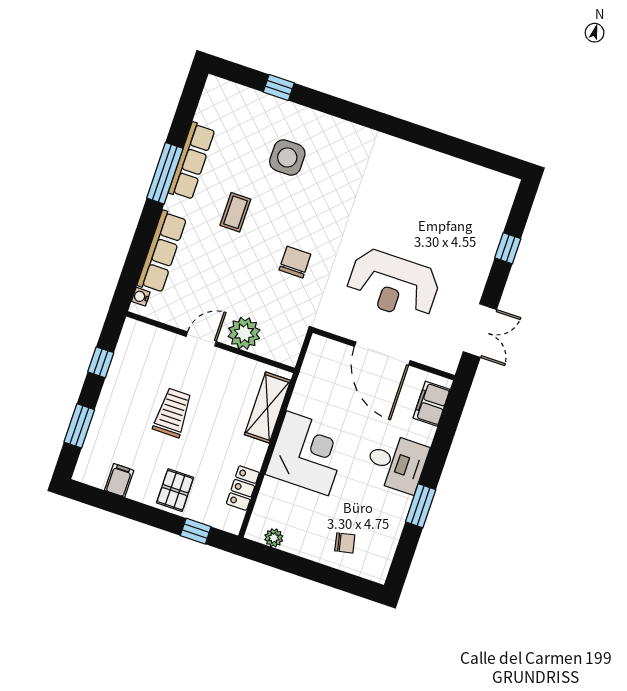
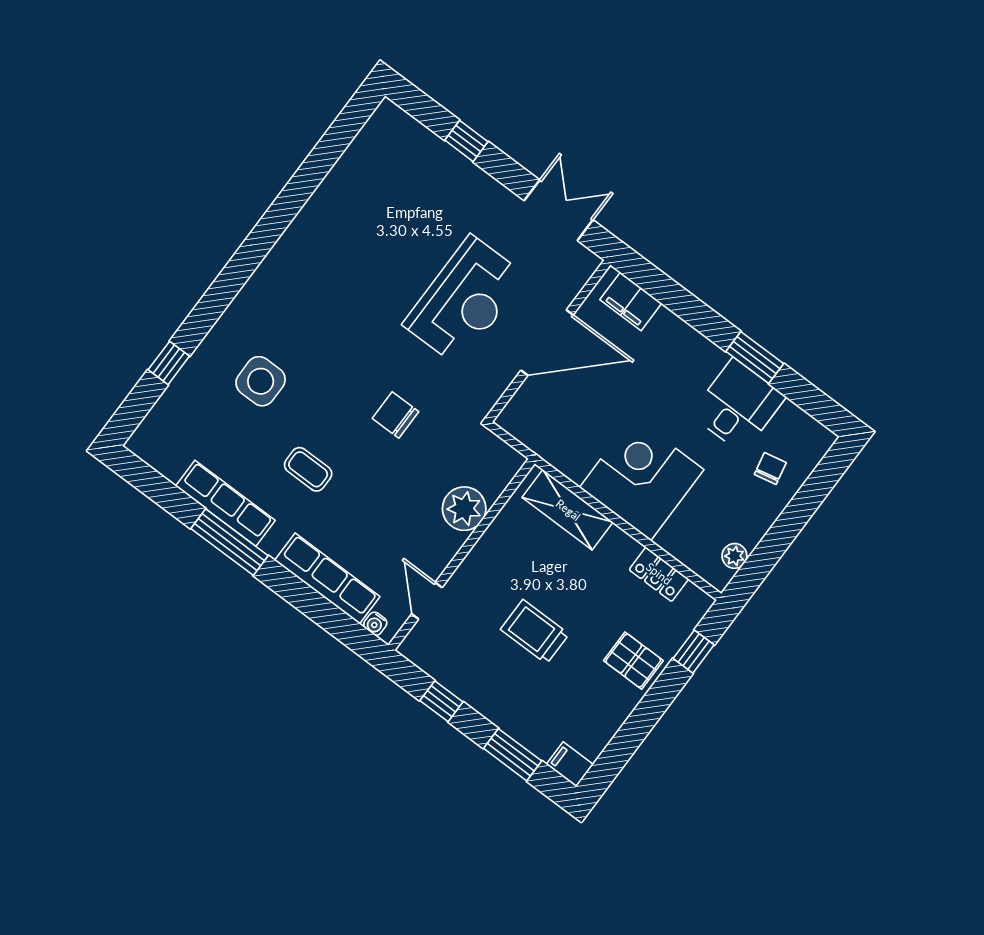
door: (201, 339) -> (427, 601), moved
desk: (396, 463) -> (738, 406), moved
filing cabinet: (119, 480) -> (570, 764), moved

